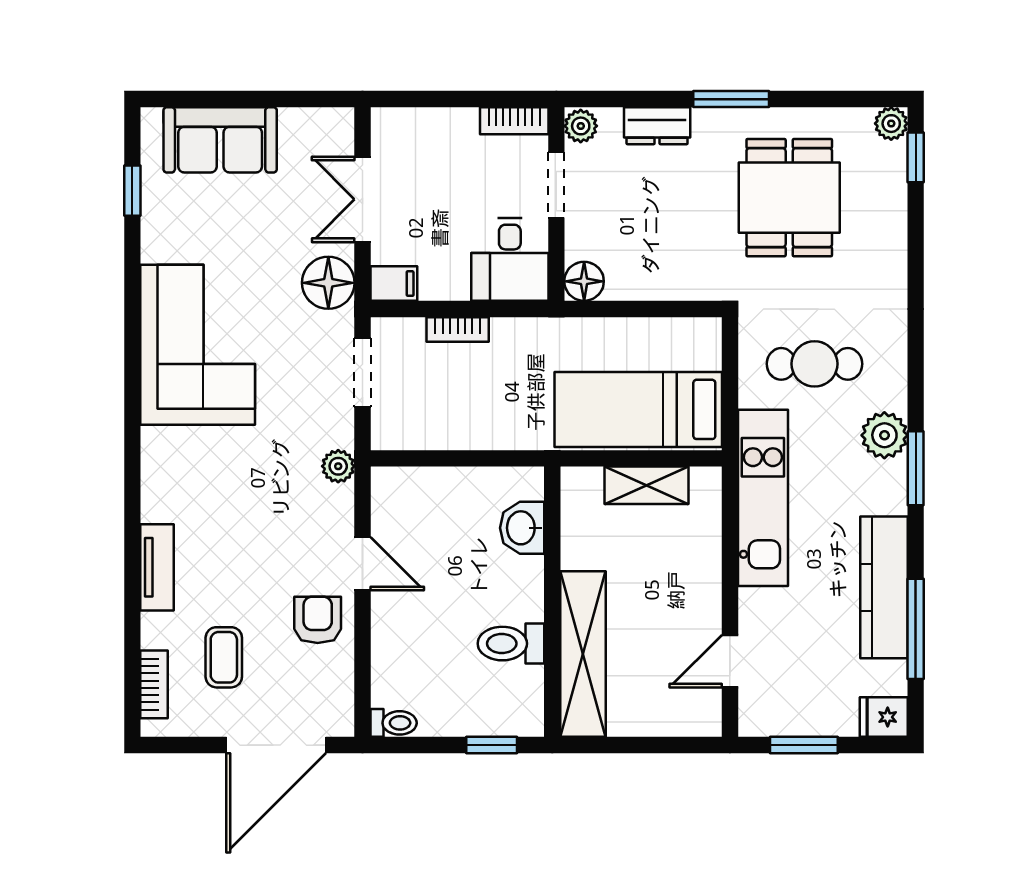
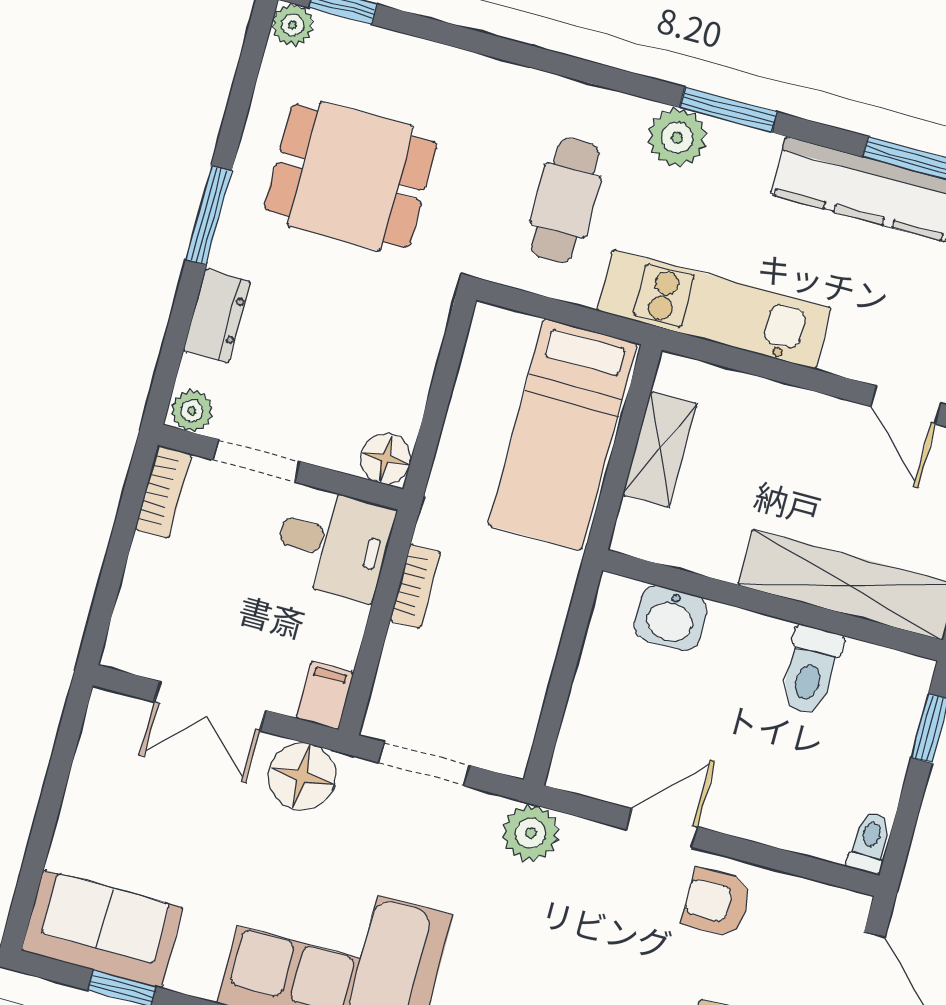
sofa: (220, 140) -> (102, 929), moved, turned -90
bookcase: (458, 330) -> (415, 586), moved
plant: (338, 466) -> (531, 833), width x1.38, depth x1.38

